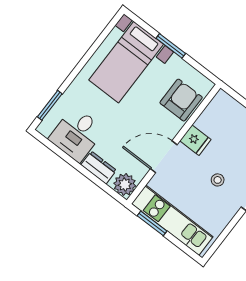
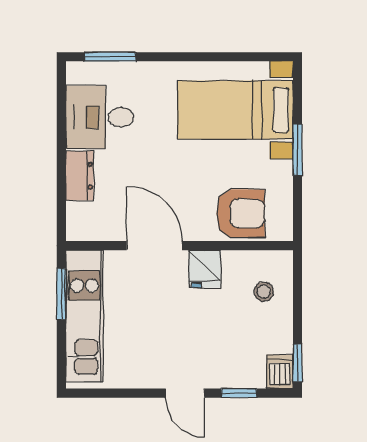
stool: (218, 180) -> (264, 292), moved
plant: (125, 185) -> (83, 224), removed

